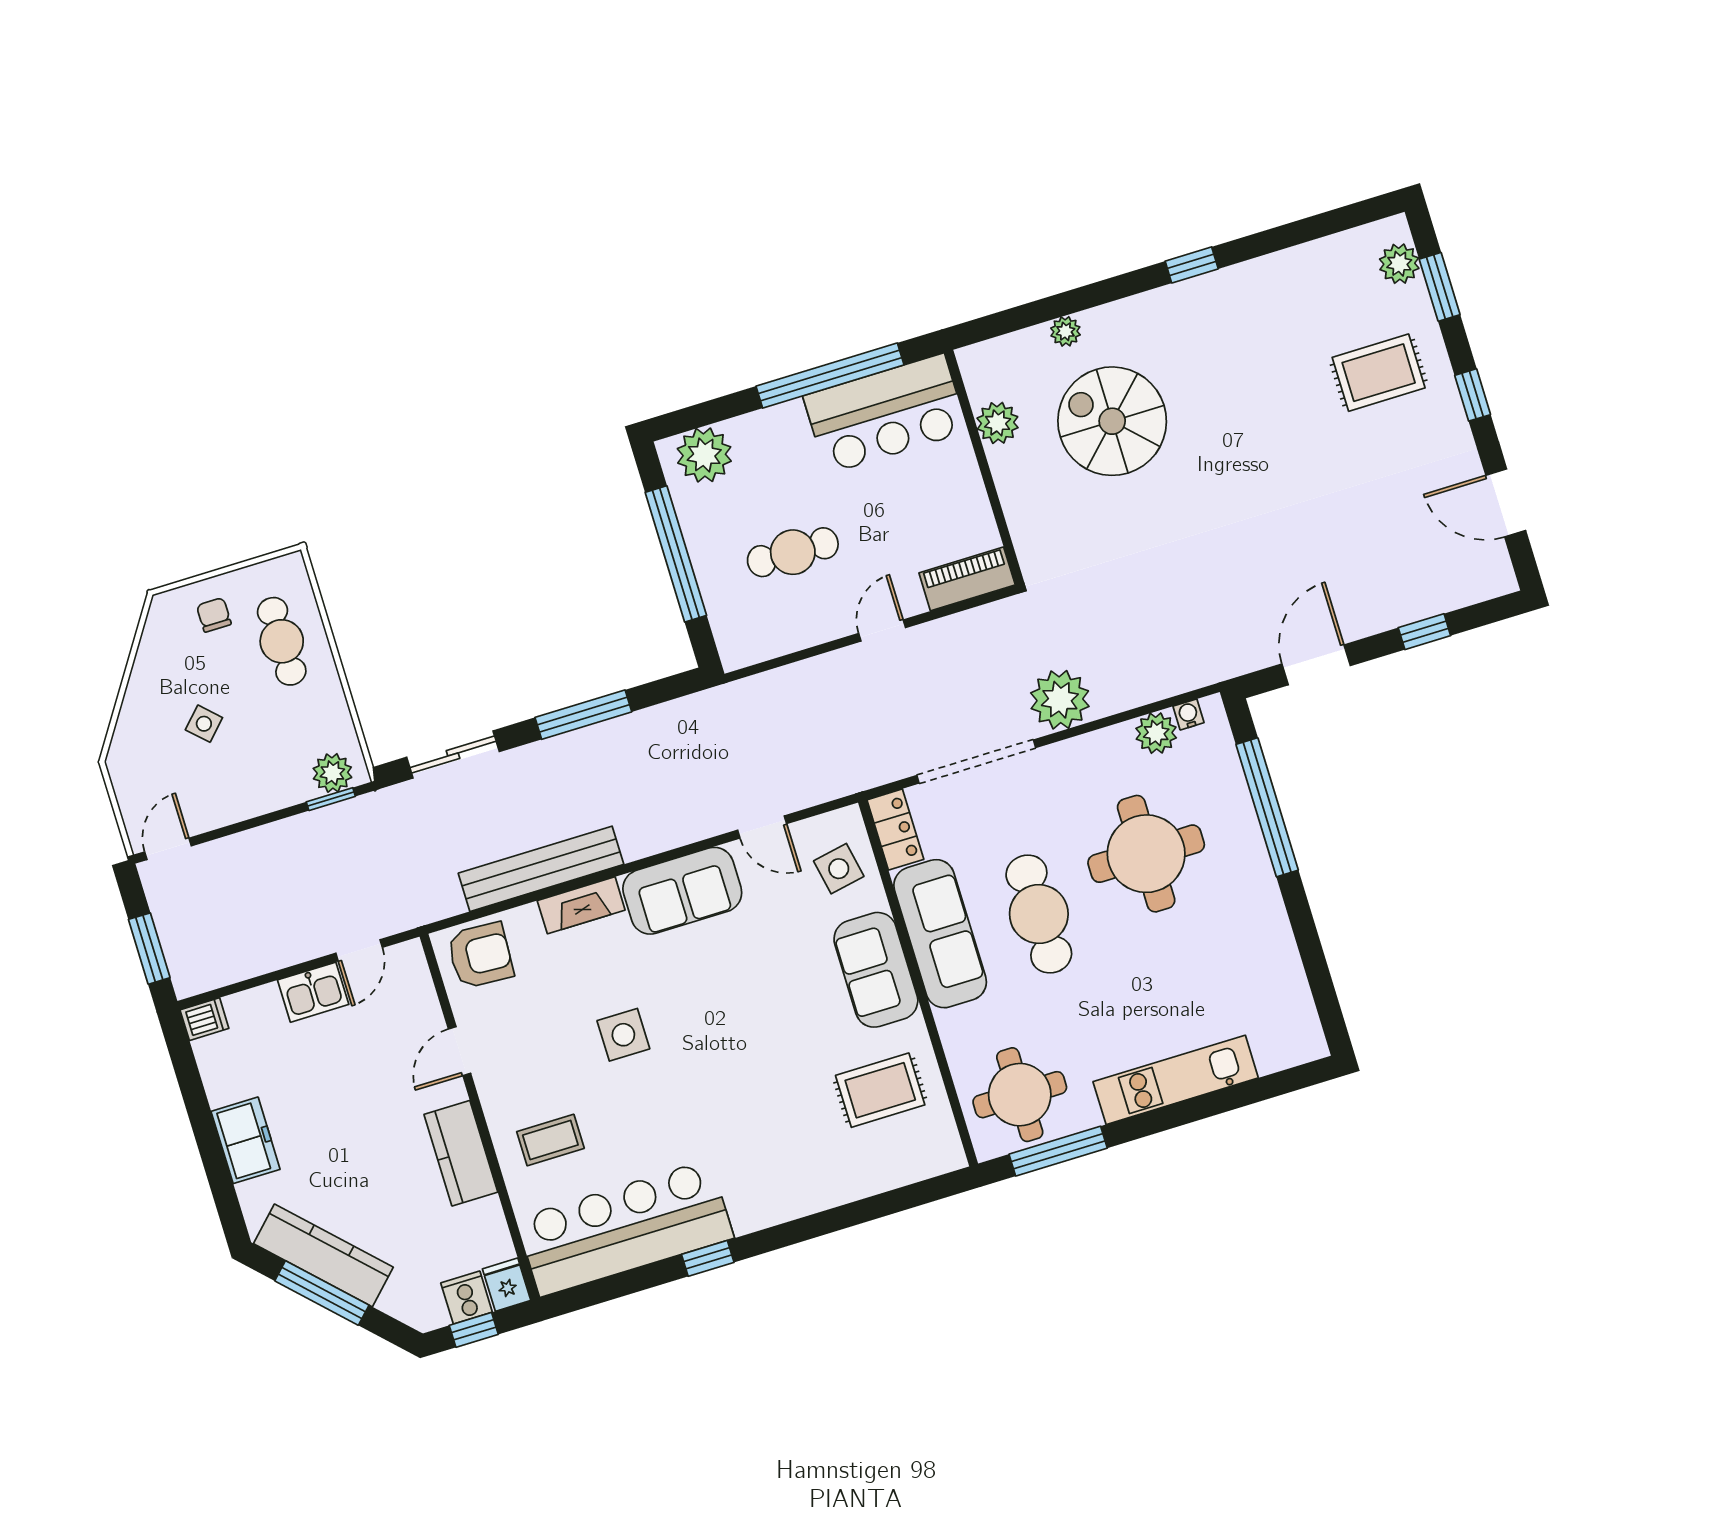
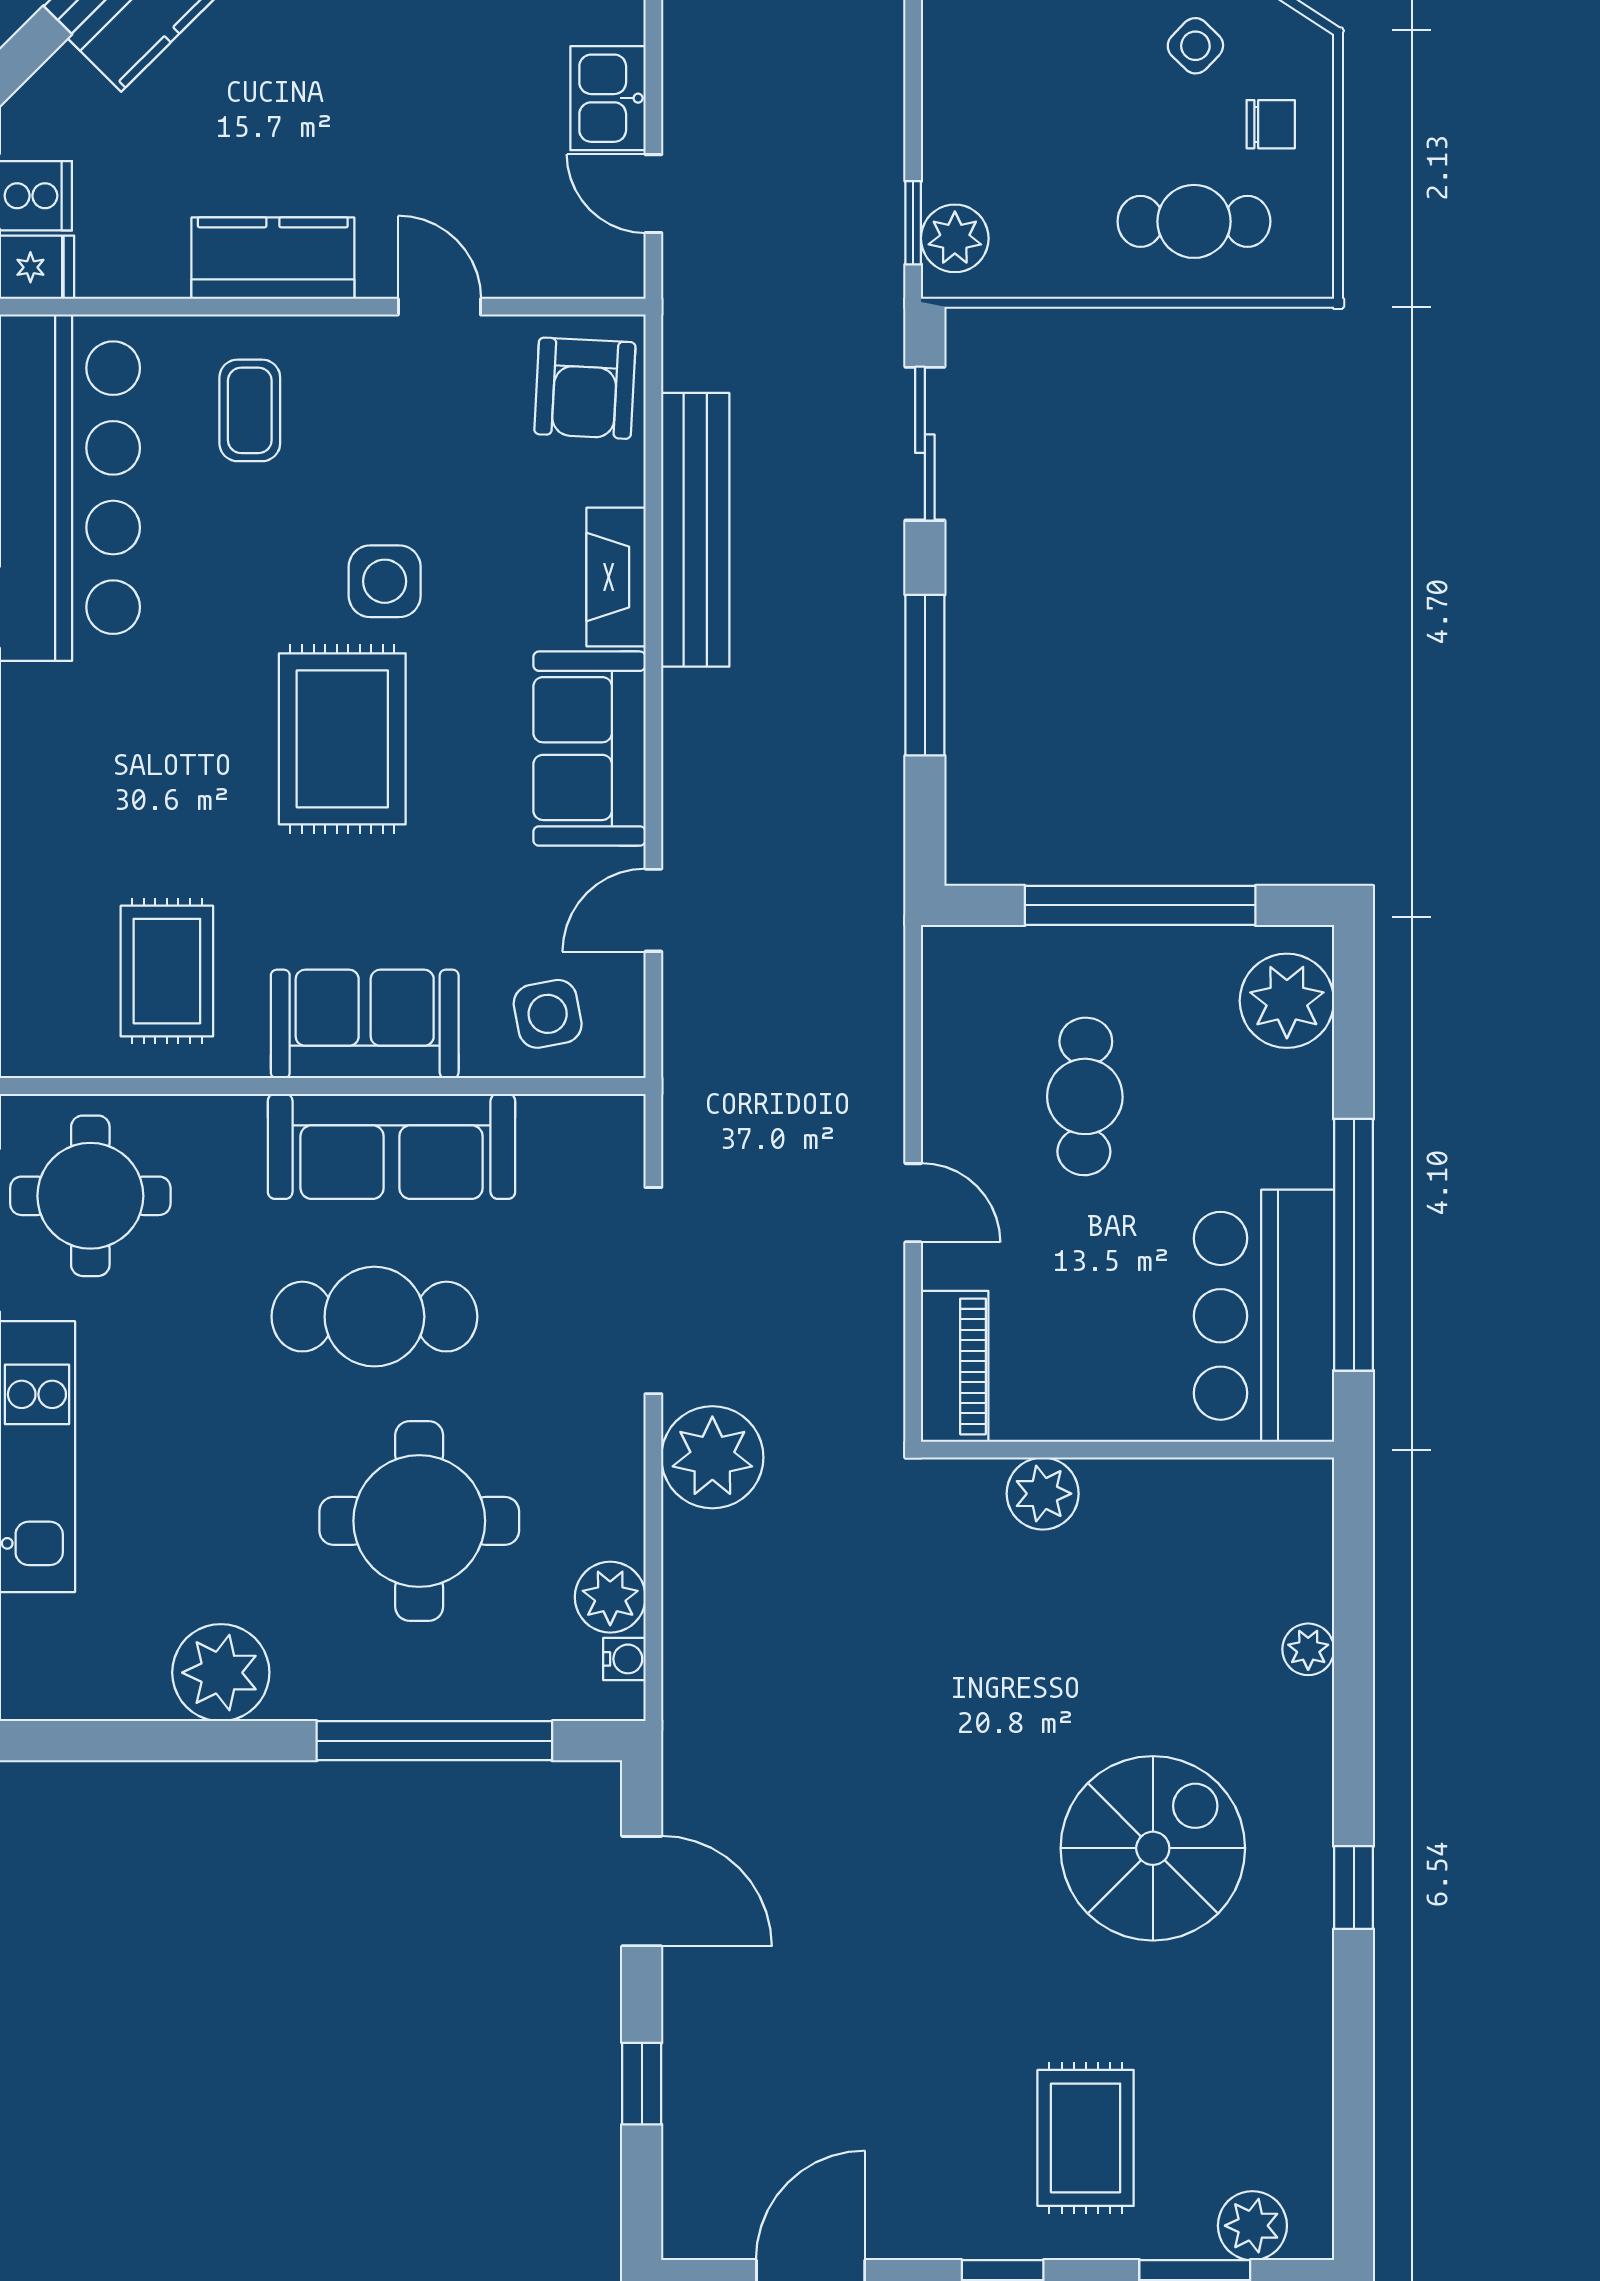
spiral stairs: (1112, 421) -> (1153, 1848), moved
plant: (998, 423) -> (1043, 1494), moved
side table: (204, 724) -> (1195, 46), moved
locker: (895, 830) -> (583, 1125), removed
plant: (1266, 939) -> (221, 1673), added
rug: (719, 1031) -> (342, 739), added

